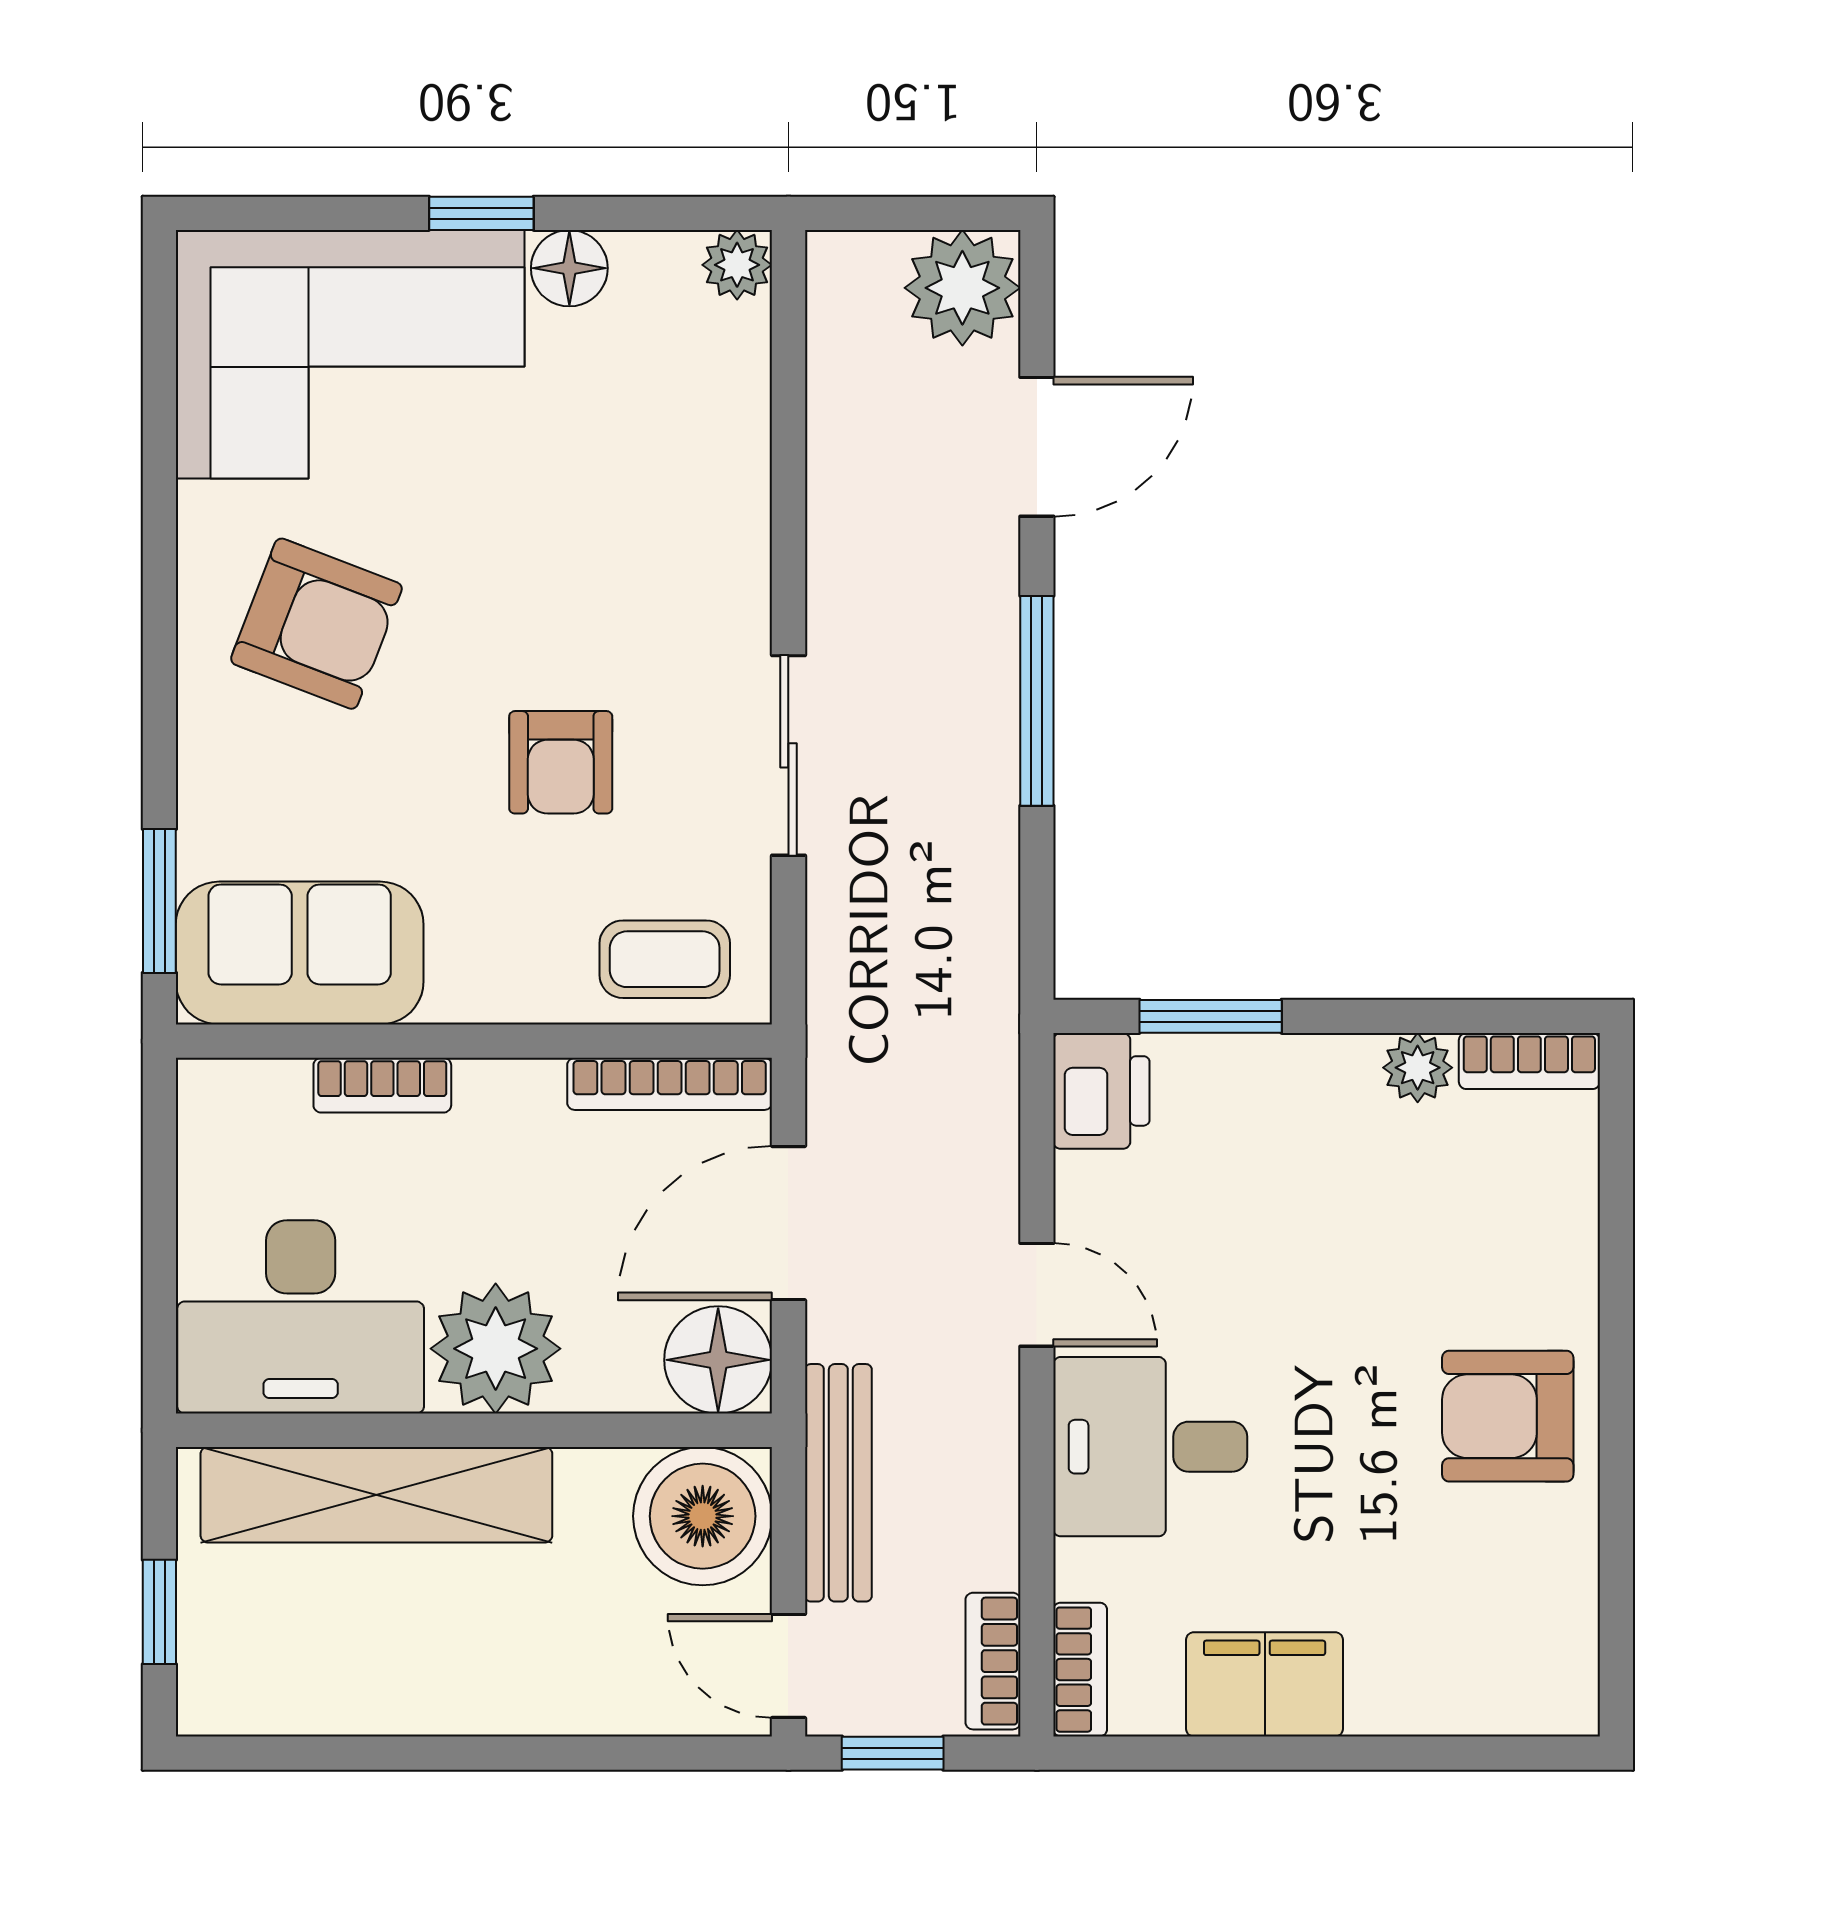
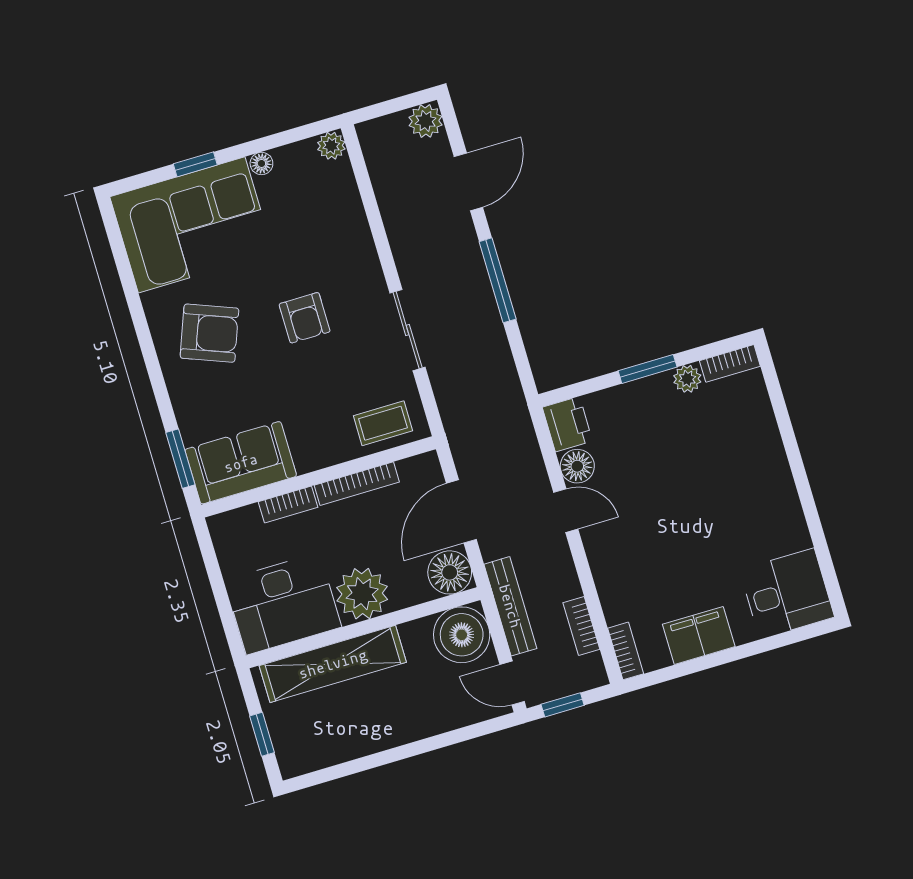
window: (481, 213) -> (195, 164), moved
floor lamp: (569, 268) -> (261, 163), width x0.73, depth x0.73
plant: (962, 288) -> (425, 121), width x0.73, depth x0.73
armchair: (561, 762) -> (305, 318), moved
window: (1211, 1016) -> (648, 369), moved
bookcase: (670, 1084) -> (357, 484), moved
floor lamp: (1095, 1197) -> (577, 466), added
armchair: (1508, 1416) -> (762, 504), removed
desk: (1150, 1447) -> (787, 594), moved, turned 180
bookcase: (993, 1661) -> (581, 626), moved

